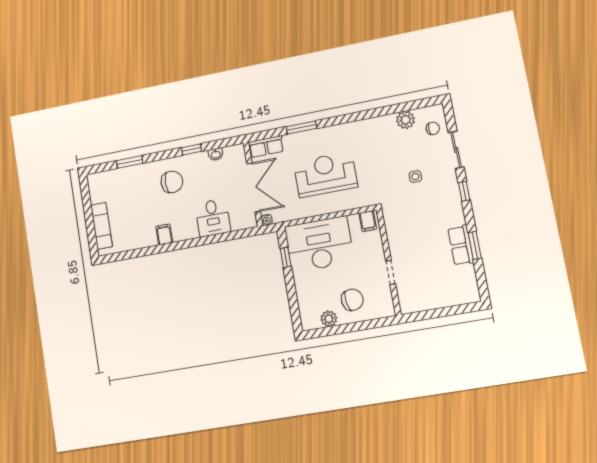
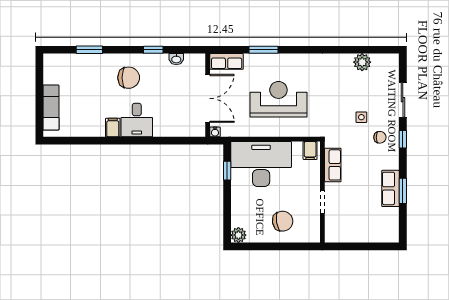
chair: (433, 128) -> (380, 137), moved
desk: (213, 218) -> (137, 120), moved
row of seats: (394, 232) -> (333, 165), added
plant: (329, 319) -> (238, 235), moved

